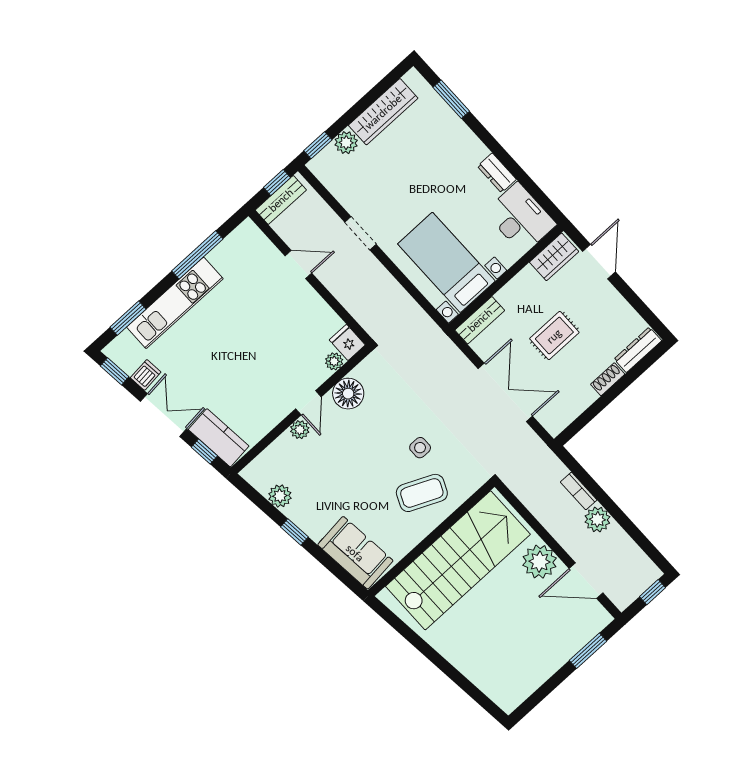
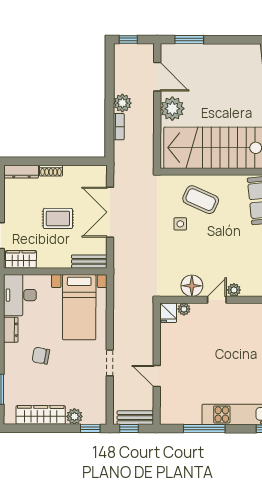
chair: (440, 174) -> (41, 356), added

